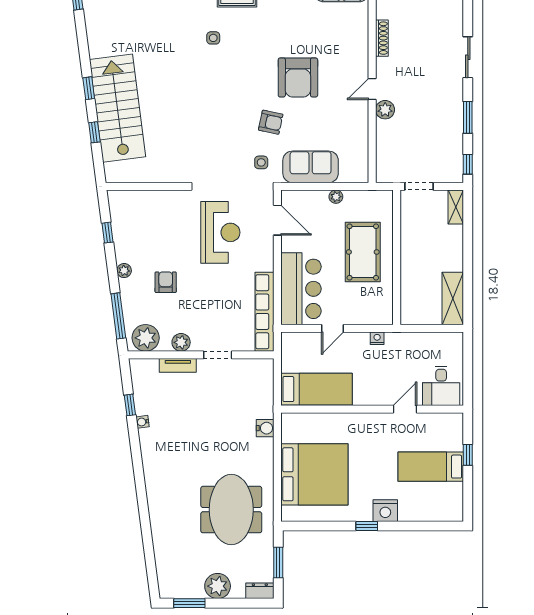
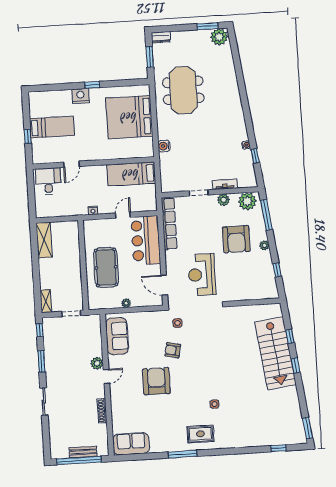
sofa: (311, 167) -> (117, 336), moved, turned -90
armchair: (166, 282) -> (236, 239), width x1.88, depth x1.88
plant: (218, 586) -> (219, 37), moved

